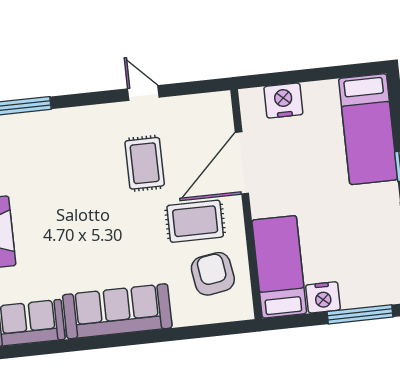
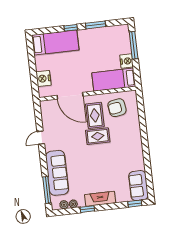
rug: (145, 163) -> (98, 136), moved
sofa: (117, 311) -> (57, 173), moved, turned 180

